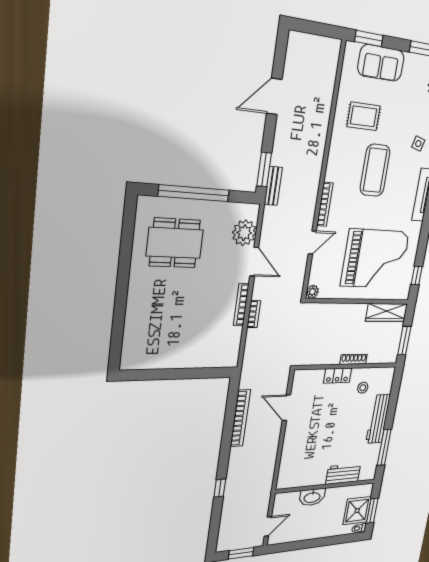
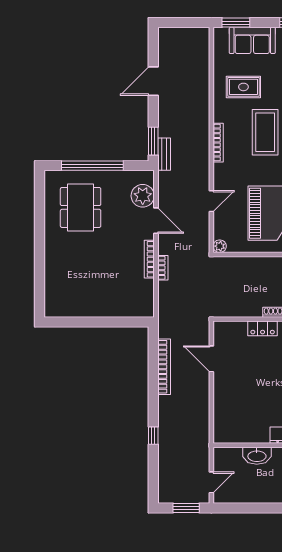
bookcase: (325, 204) -> (218, 143), moved
dining table: (175, 243) -> (81, 207), turned 90

